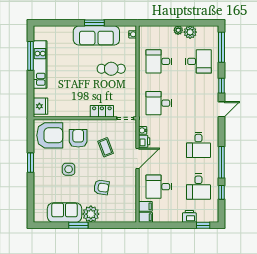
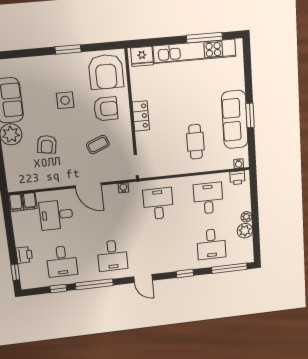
kitchen unit: (40, 64) -> (195, 51), width x1.36
door: (221, 109) -> (143, 278), moved
locker: (102, 111) -> (141, 116), moved
printer: (144, 141) -> (237, 178), moved
desk: (198, 145) -> (112, 256), turned -90
desk: (159, 187) -> (56, 215), turned -90
desk: (198, 187) -> (62, 261), turned -90

